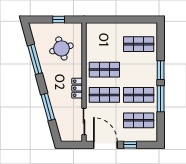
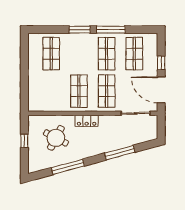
round table: (61, 48) -> (56, 138), turned 45
locker: (77, 88) -> (87, 121), moved
door: (105, 145) -> (161, 90), hinge flipped

